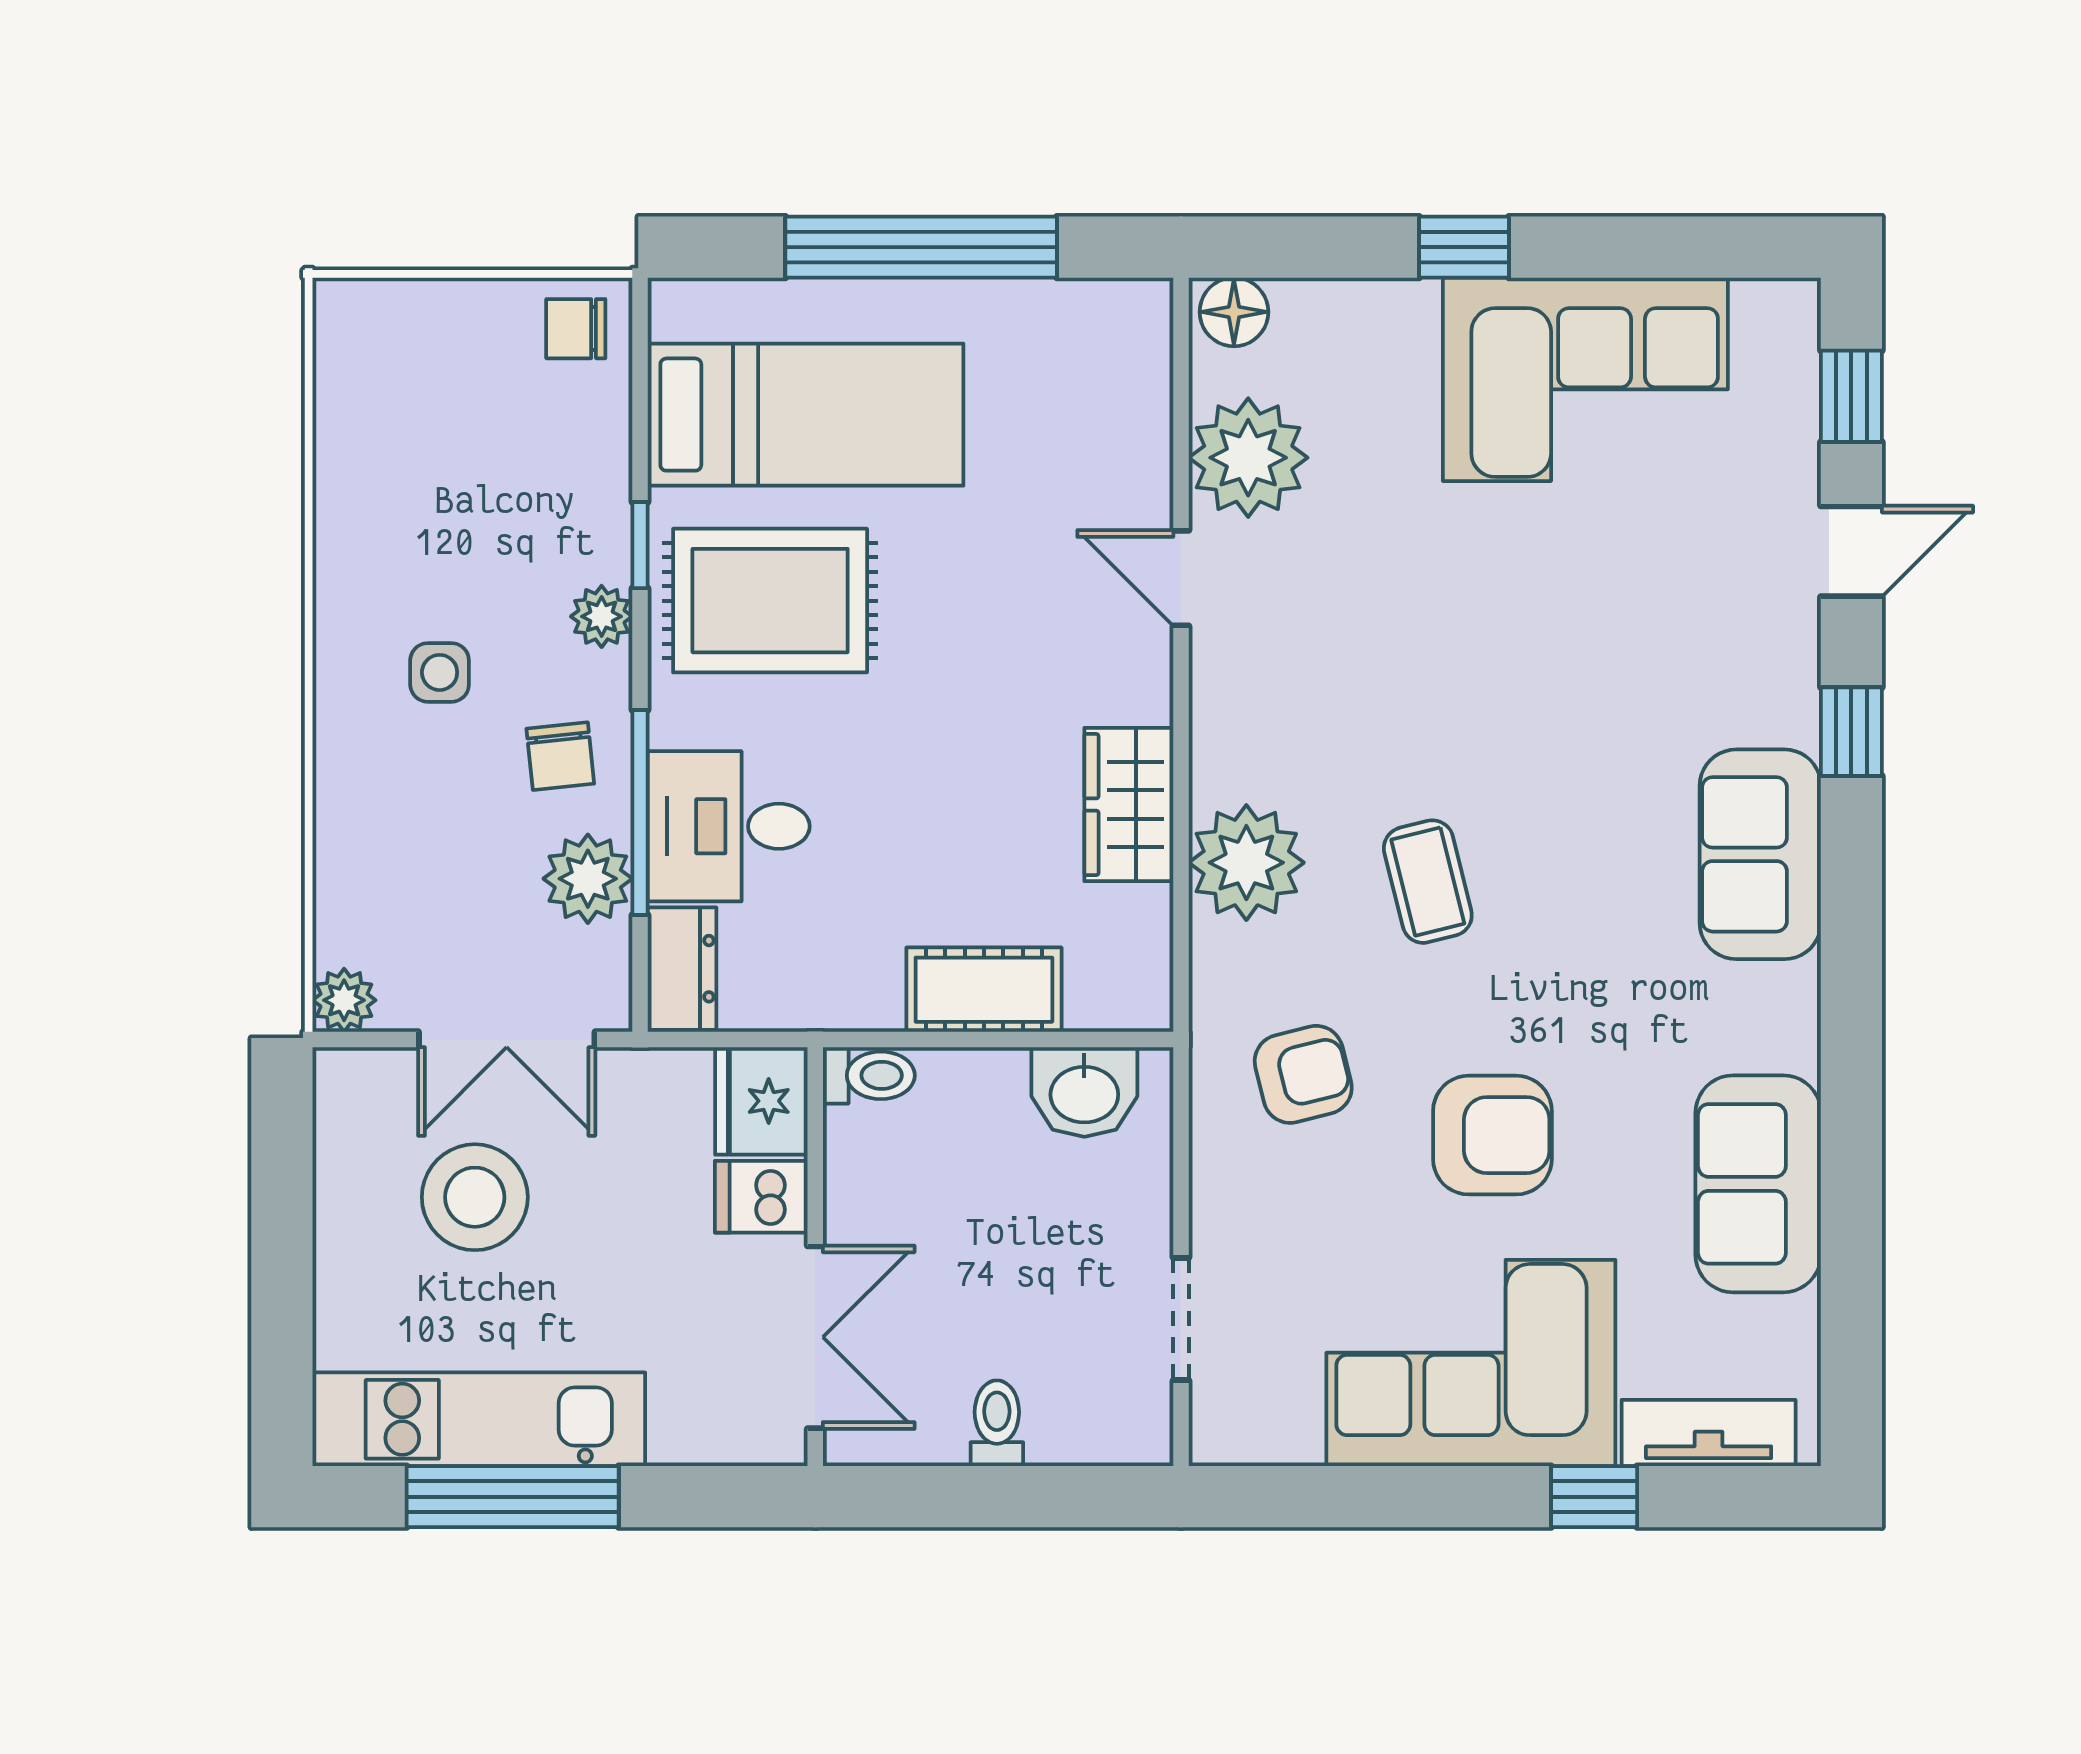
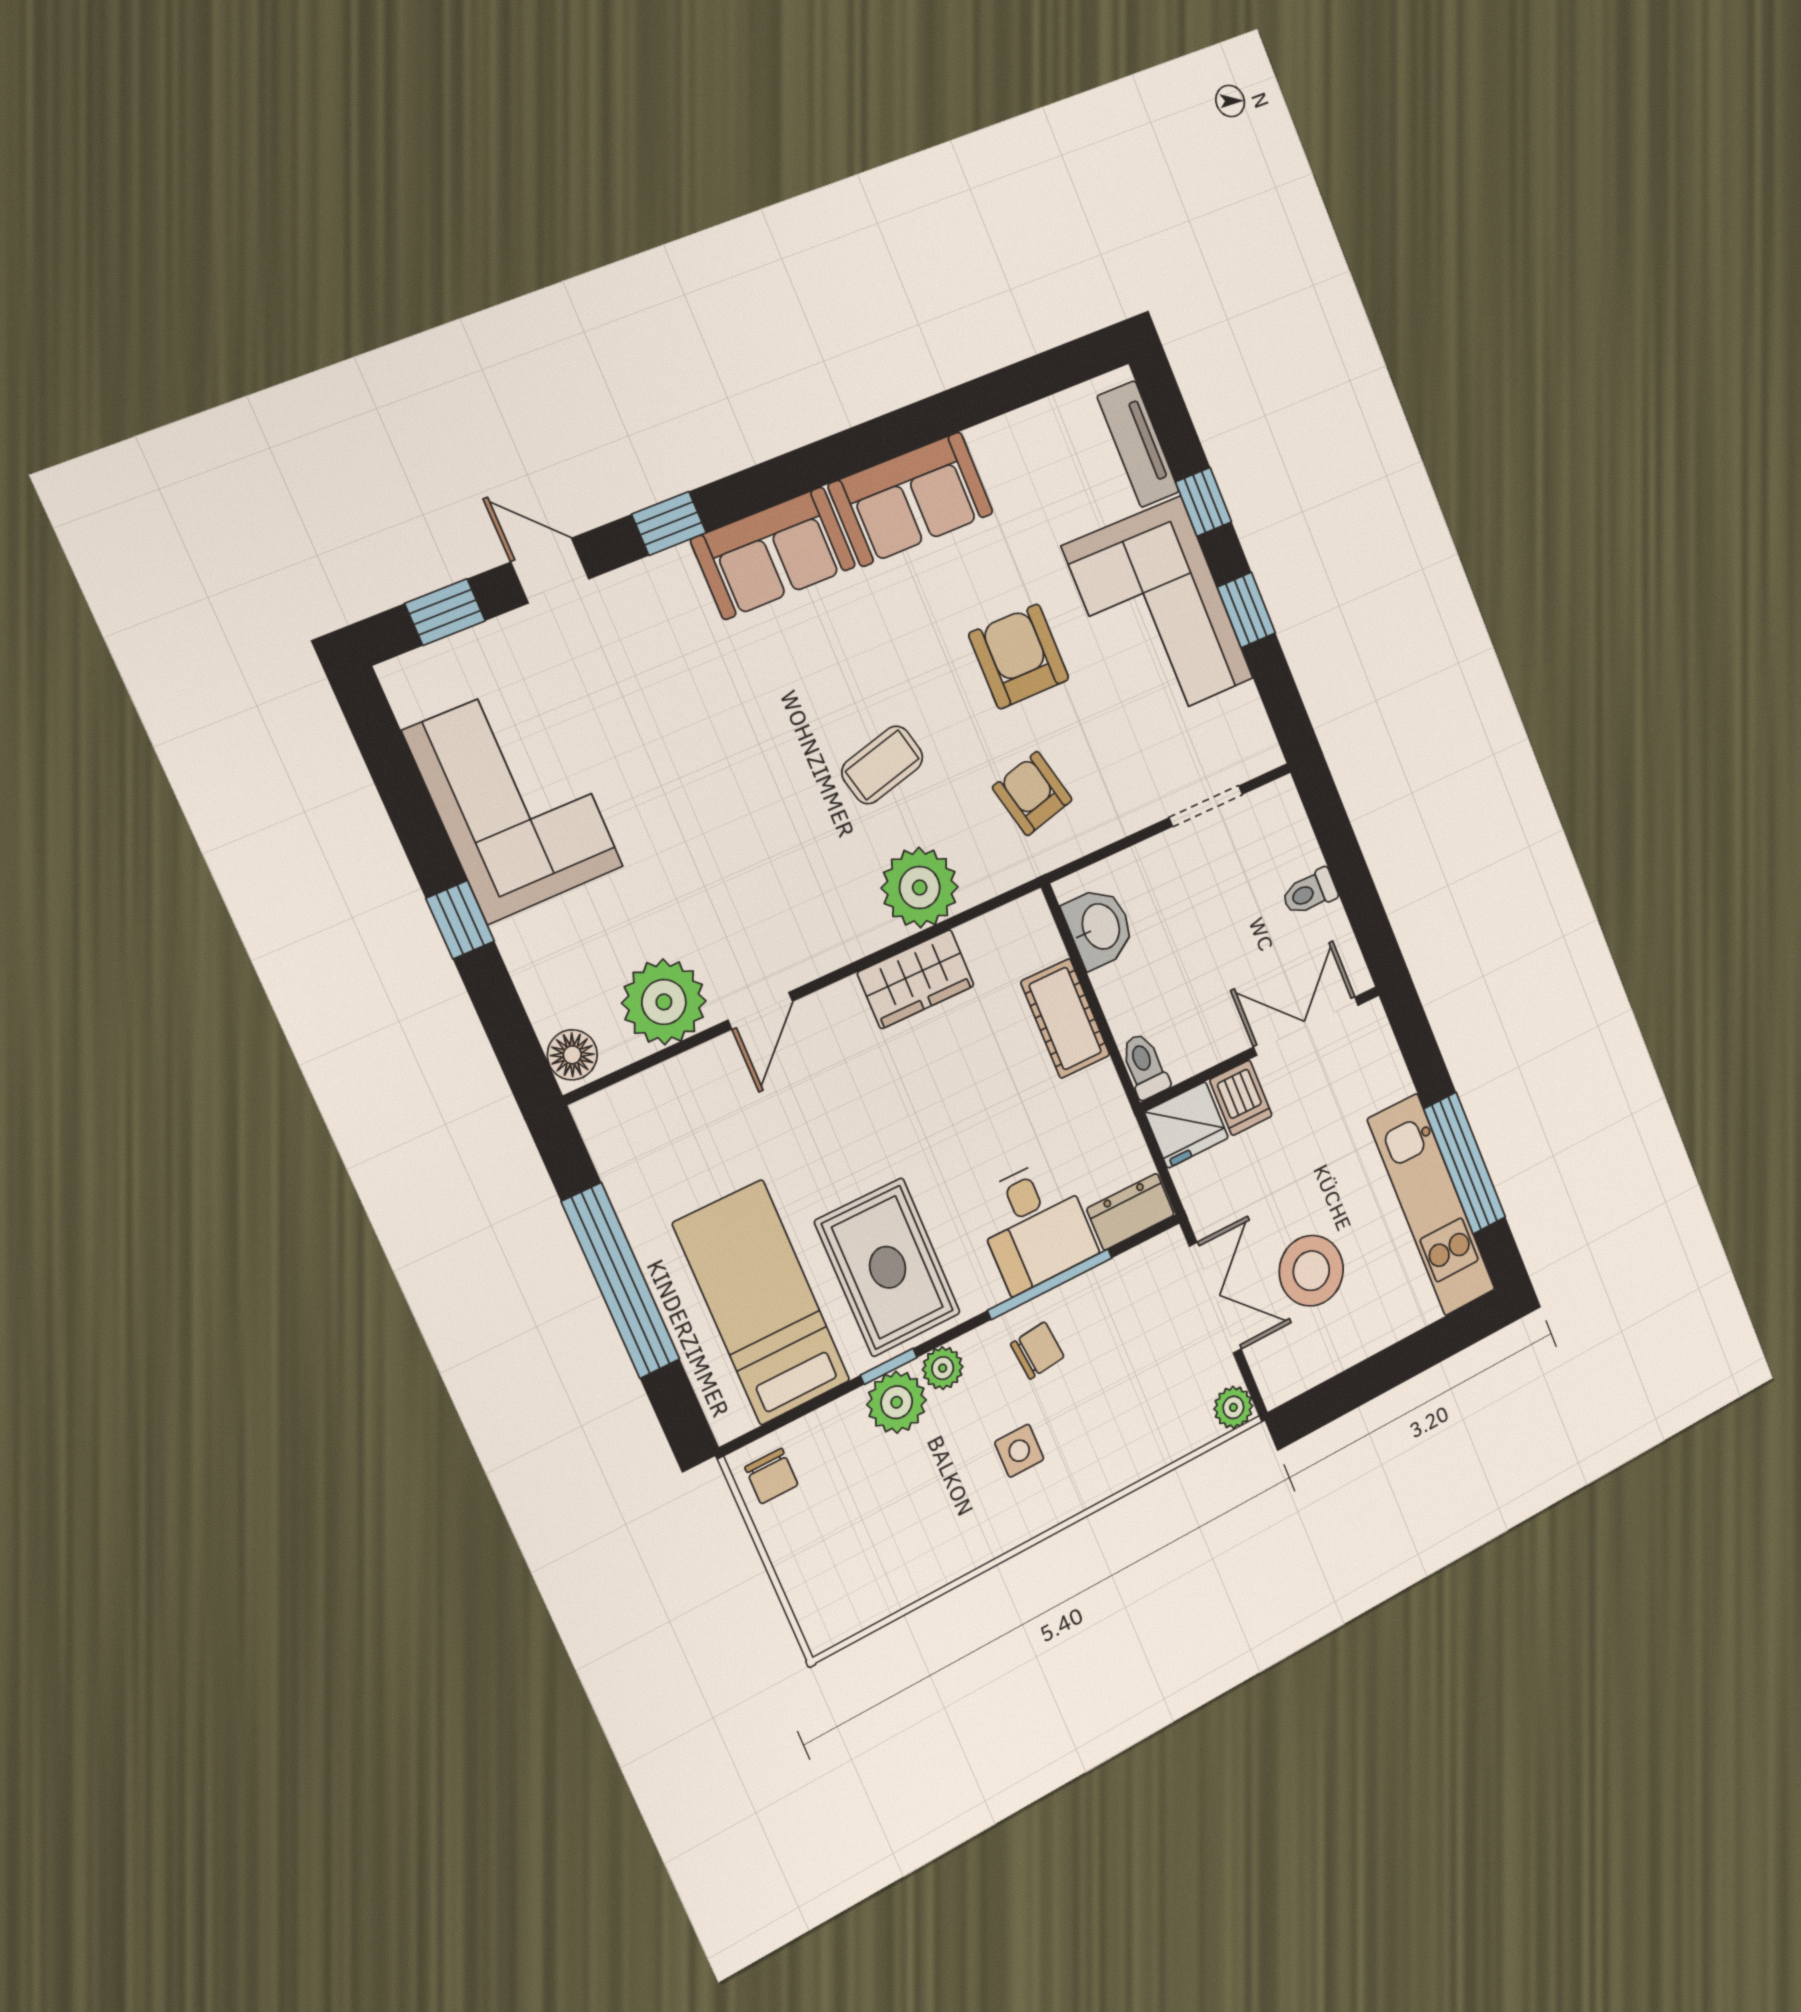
plant: (588, 879) -> (897, 1402), moved
sofa: (1758, 1184) -> (911, 499), moved
window: (1422, 1497) -> (1246, 610), added

